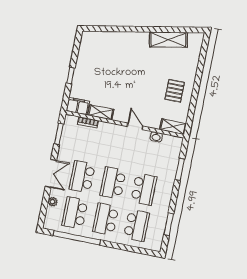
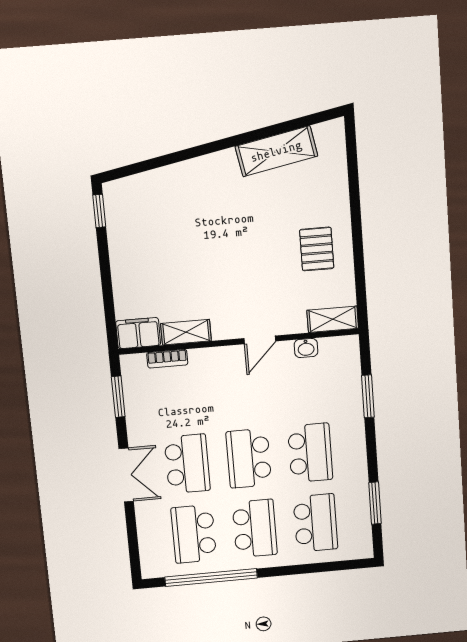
window: (71, 75) -> (99, 211), moved
door: (135, 126) -> (260, 340), swing flipped
school desk: (82, 177) -> (187, 464), turned 180
plant: (53, 202) -> (146, 526), removed
school desk: (106, 219) -> (255, 528), turned 180

